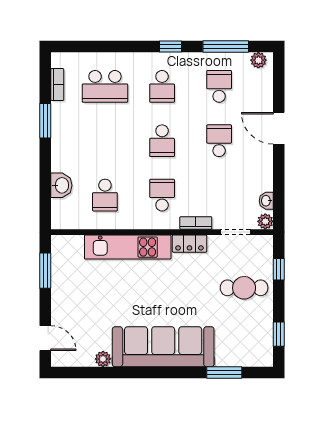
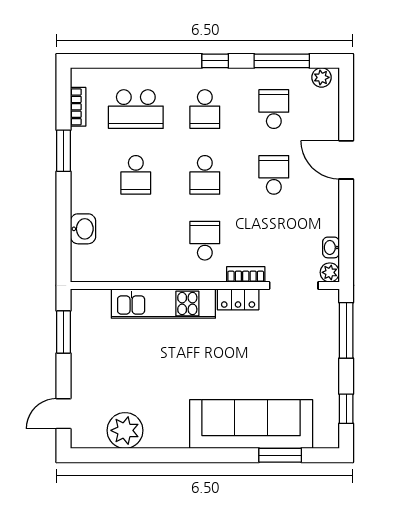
school desk: (105, 195) -> (136, 175), moved
doorway: (235, 232) -> (294, 285), width x1.38
window: (279, 269) -> (346, 330), width x2.17
cafe table: (244, 288) -> (304, 353), removed
door: (45, 338) -> (63, 414), swing flipped
sofa: (163, 347) -> (251, 424), moved
plant: (103, 359) -> (125, 430), width x1.88, depth x1.88

